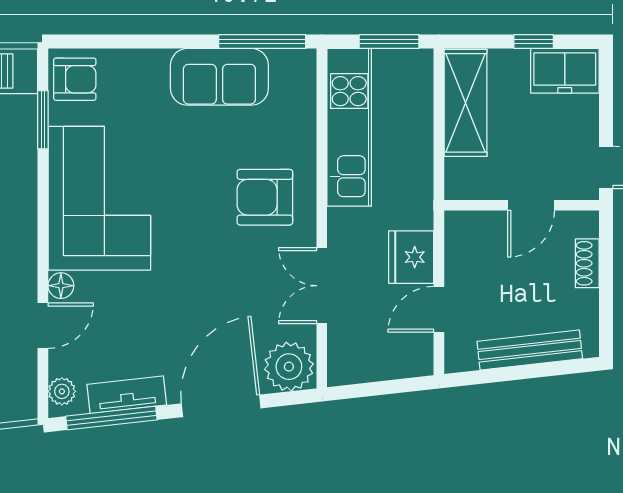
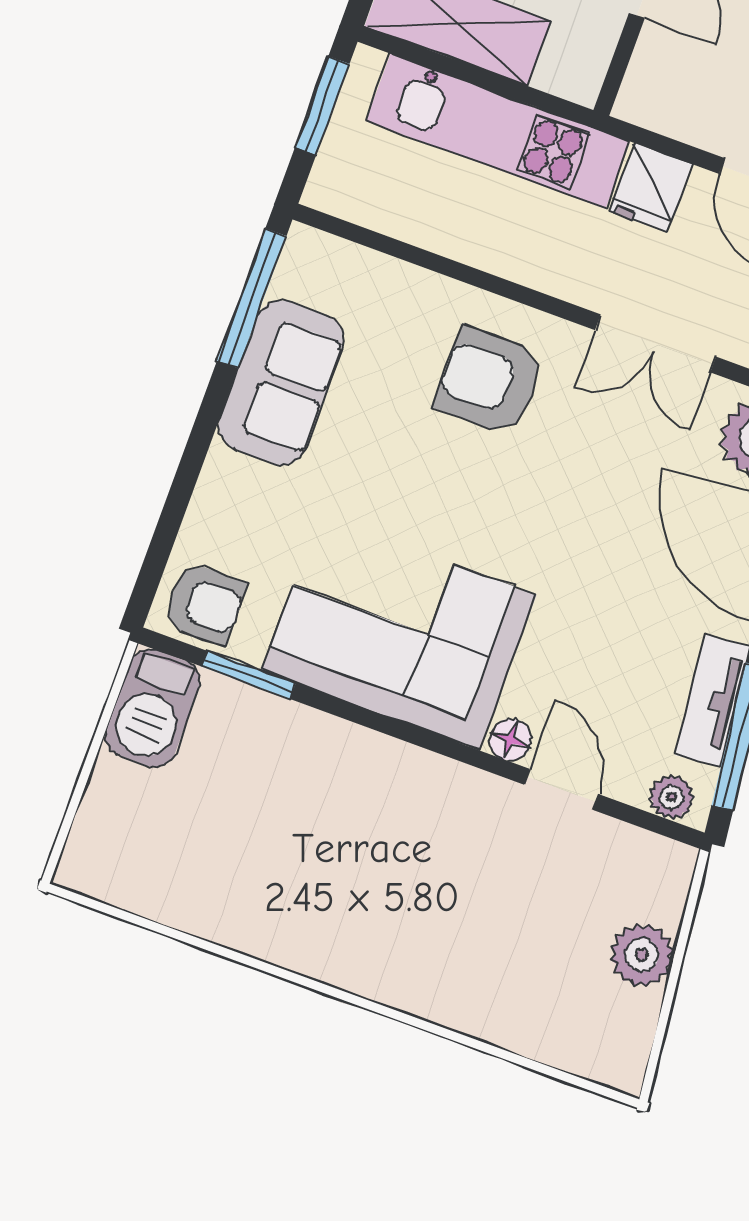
armchair: (75, 79) -> (205, 604), turned 90
kitchen unit: (349, 127) -> (498, 131), moved, turned 180
armchair: (265, 197) -> (490, 381), turned 90
fridge: (411, 257) -> (651, 188), width x0.72

